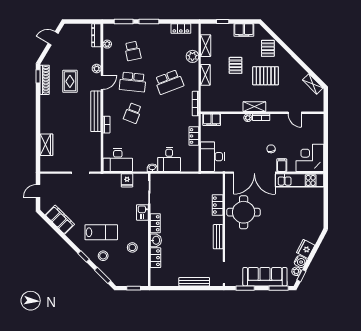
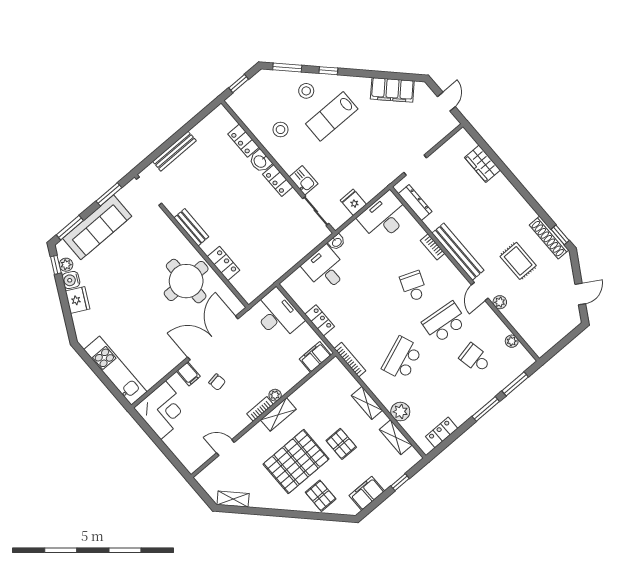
dresser: (96, 35) -> (415, 203), moved
pallet: (266, 76) -> (296, 462), width x1.37, depth x1.41
kitchen unit: (300, 180) -> (115, 371), moved, turned 90

